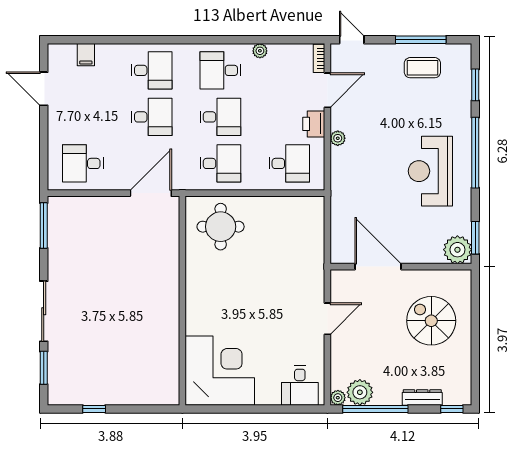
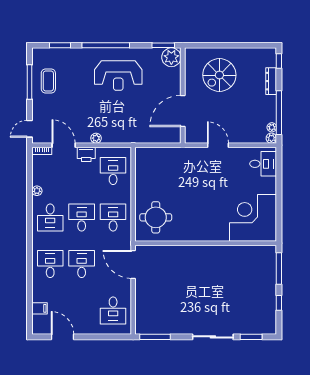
door: (44, 89) -> (63, 337), swing flipped
plant: (360, 392) -> (272, 127), width x0.53, depth x0.53
window: (145, 409) -> (279, 269), added

